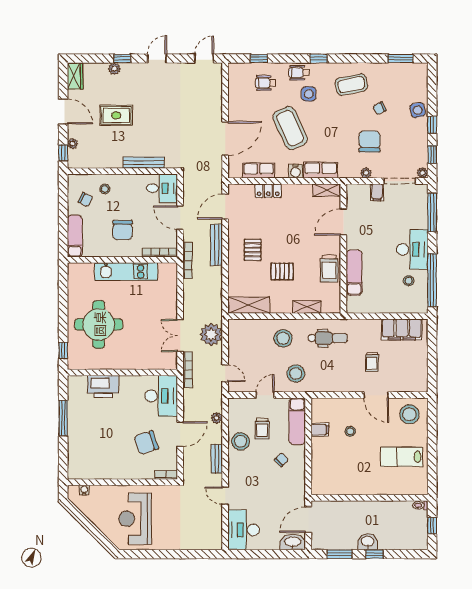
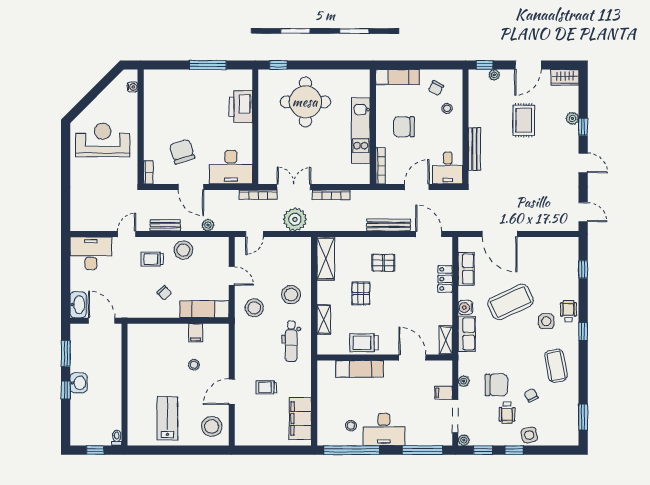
wheelchair: (266, 83) -> (507, 413), moved, turned 180
bookcase: (188, 260) -> (331, 195), moved
trolley: (262, 429) -> (152, 259), moved

